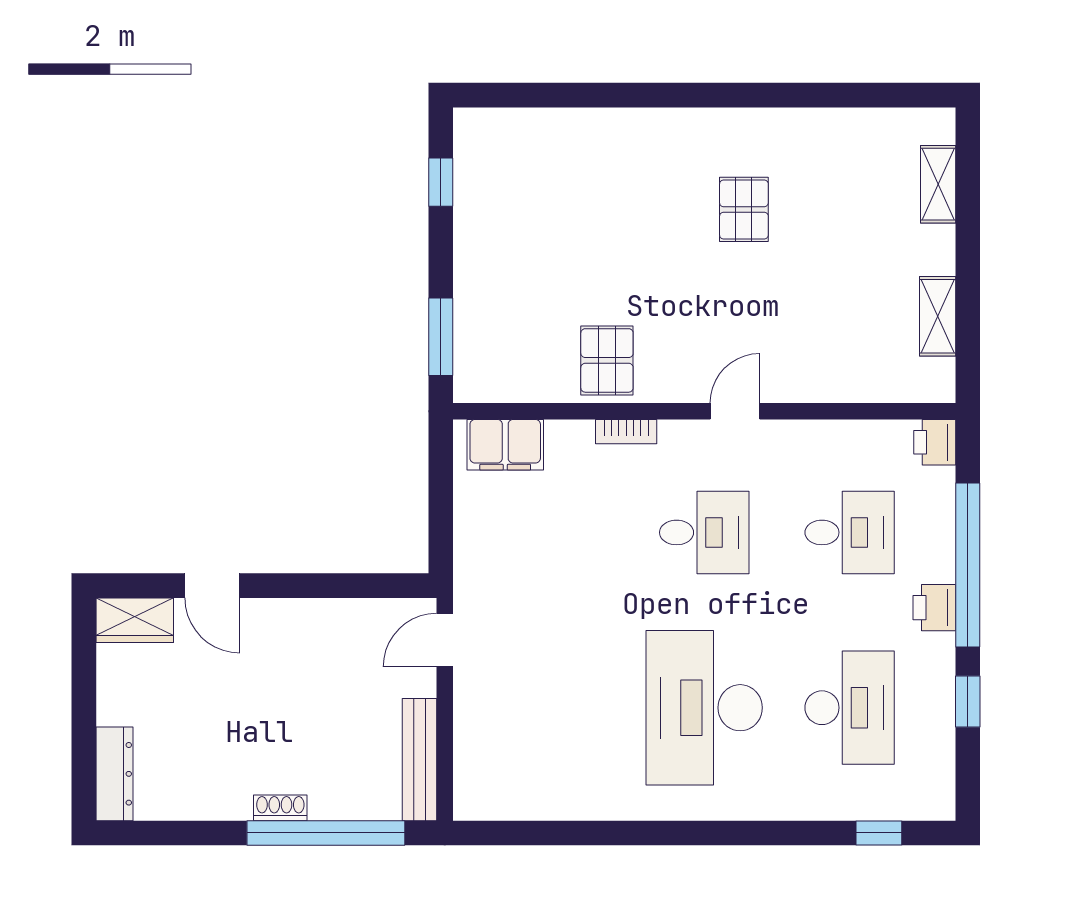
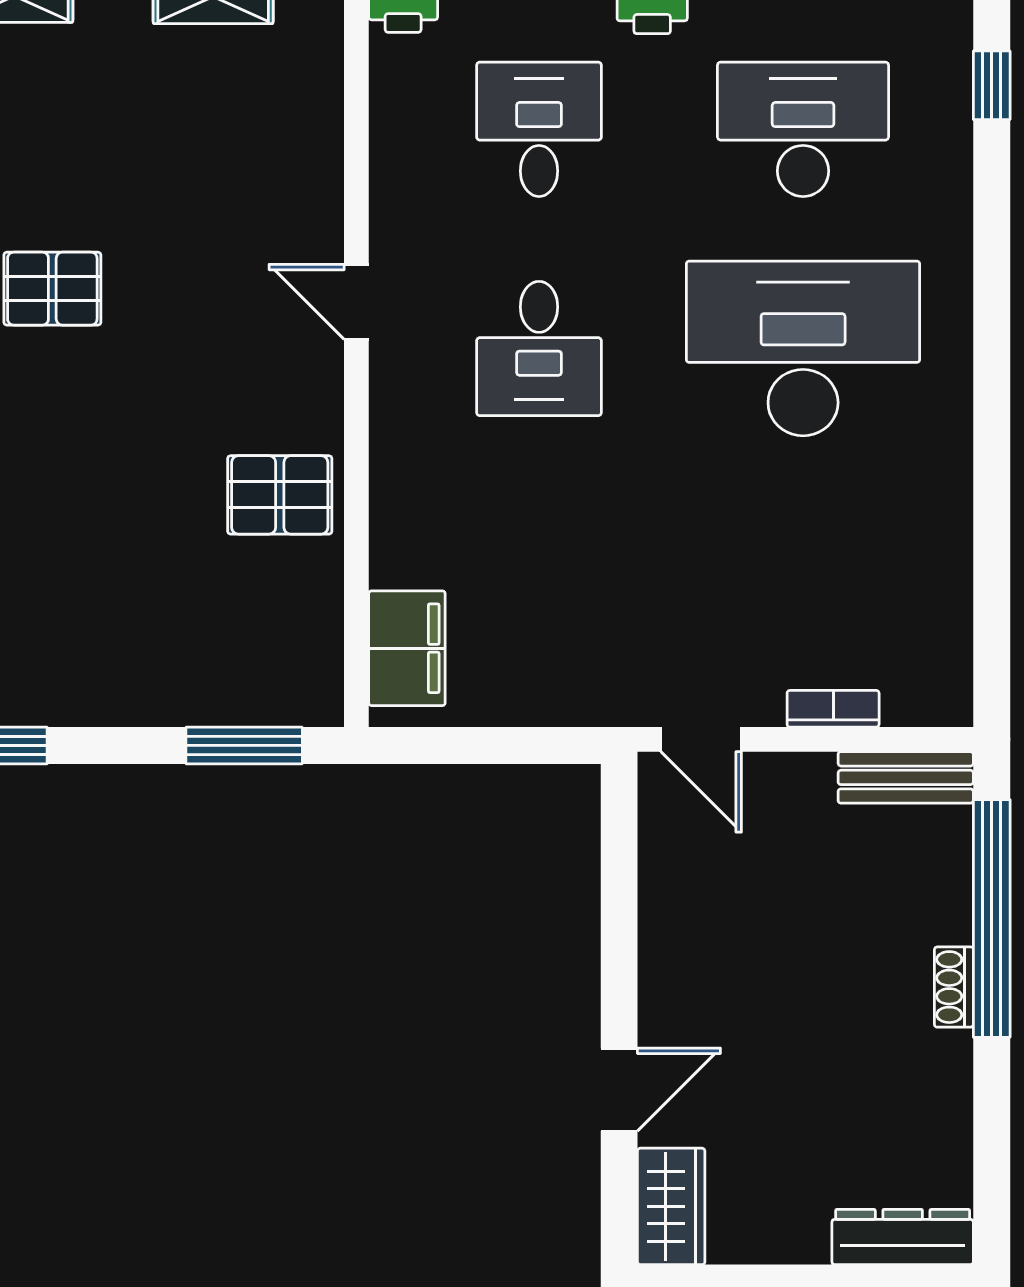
bookcase: (626, 432) -> (833, 709), moved, turned -90
desk: (704, 532) -> (539, 348), turned 180
desk: (704, 708) -> (803, 348), turned 180
bench: (419, 760) -> (906, 777), width x0.73

